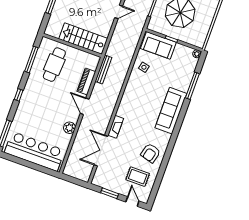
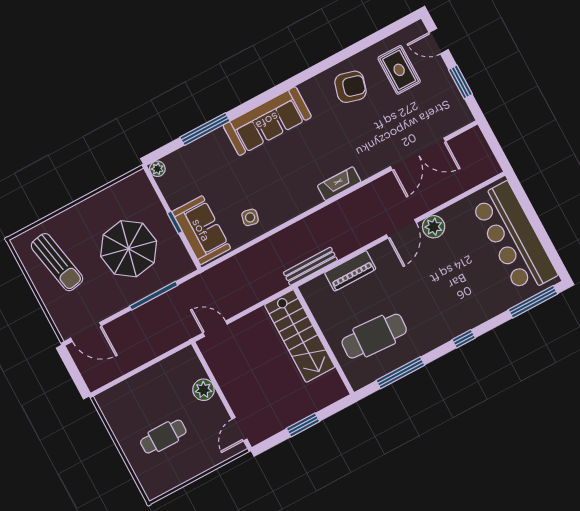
door: (85, 106) -> (401, 229), moved
fireplace: (116, 127) -> (339, 184), moved
door: (132, 201) -> (439, 41), hinge flipped

